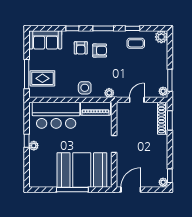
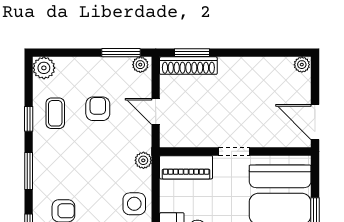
armchair: (100, 50) -> (98, 109), moved
piano: (95, 109) -> (186, 167), moved, turned 90
window: (170, 176) -> (290, 53), removed

